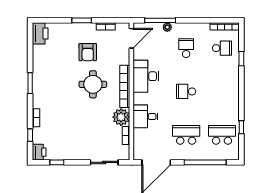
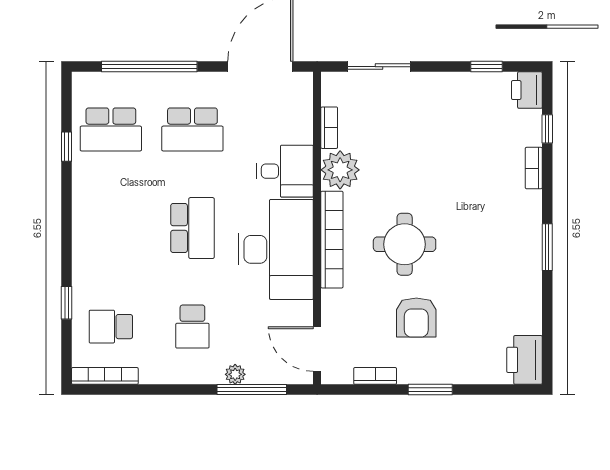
door: (131, 38) -> (317, 349), hinge flipped
armchair: (88, 52) -> (416, 318), turned 180
desk: (146, 76) -> (276, 249), width x1.36, depth x1.30
school desk: (186, 91) -> (192, 228), width x1.85

